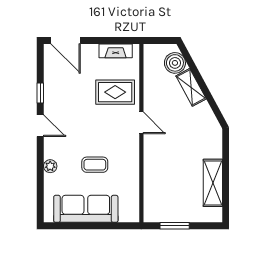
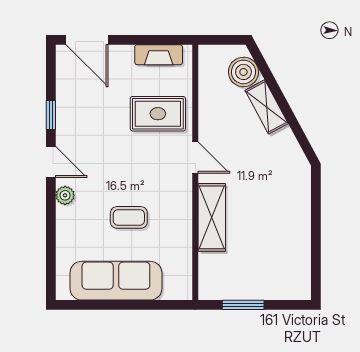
plant: (50, 166) -> (65, 195), moved
shelving: (213, 183) -> (212, 217), moved

